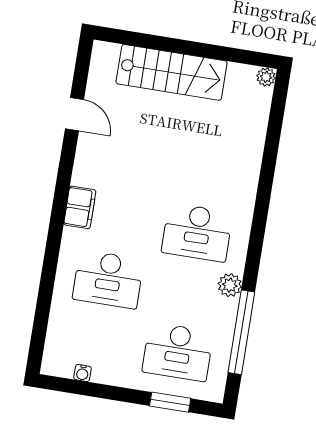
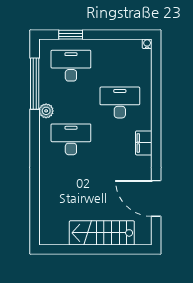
plant: (266, 77) -> (45, 239), removed
door: (74, 114) -> (156, 198), width x1.87
water cooler: (82, 373) -> (147, 44), moved

